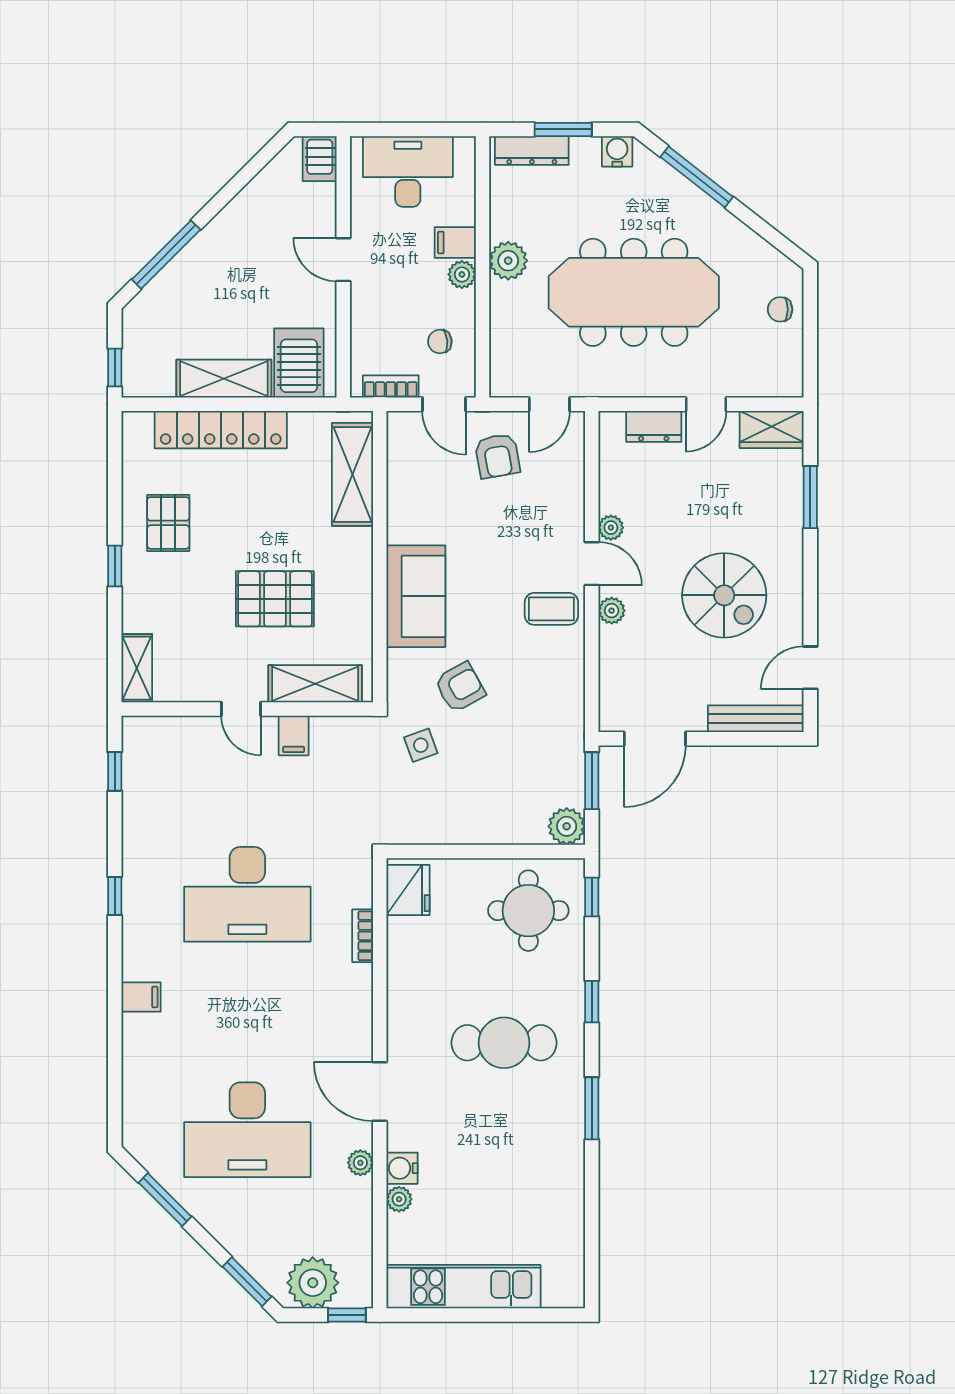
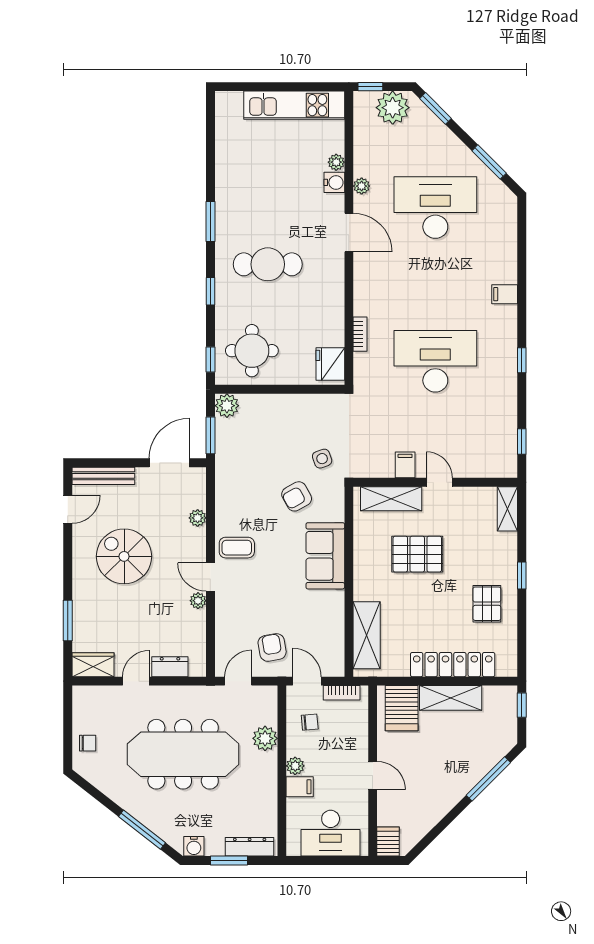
plant: (508, 261) -> (265, 738), moved
plant: (612, 611) -> (198, 518), moved

